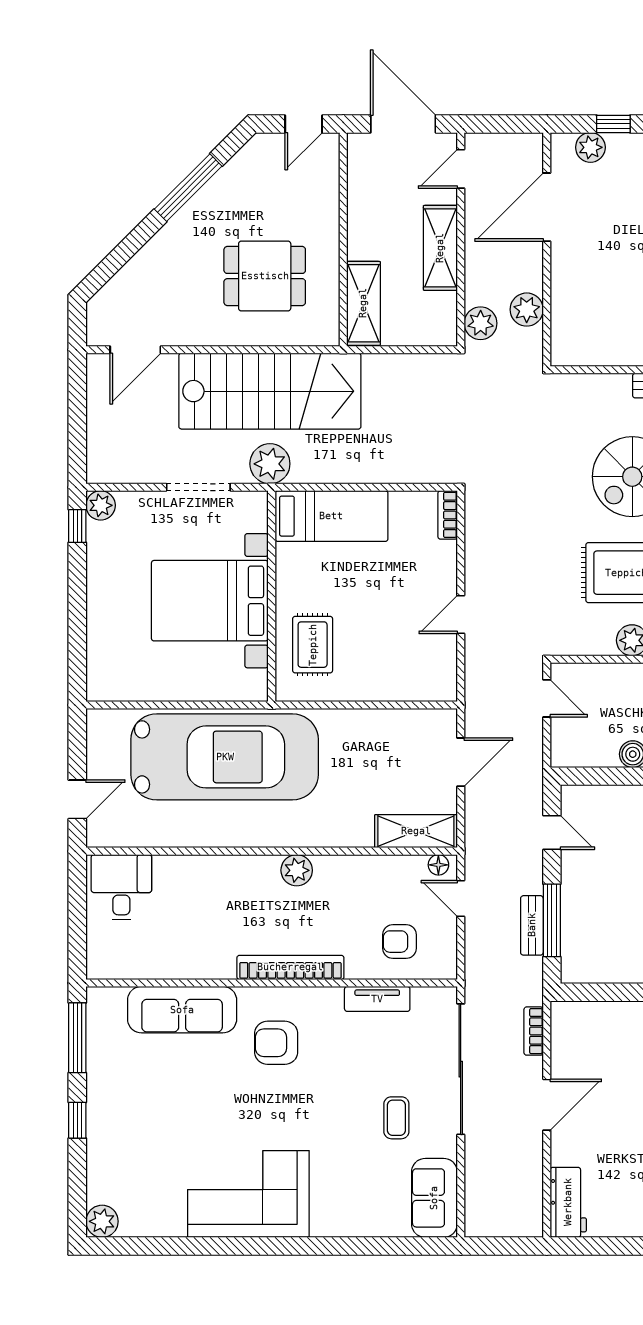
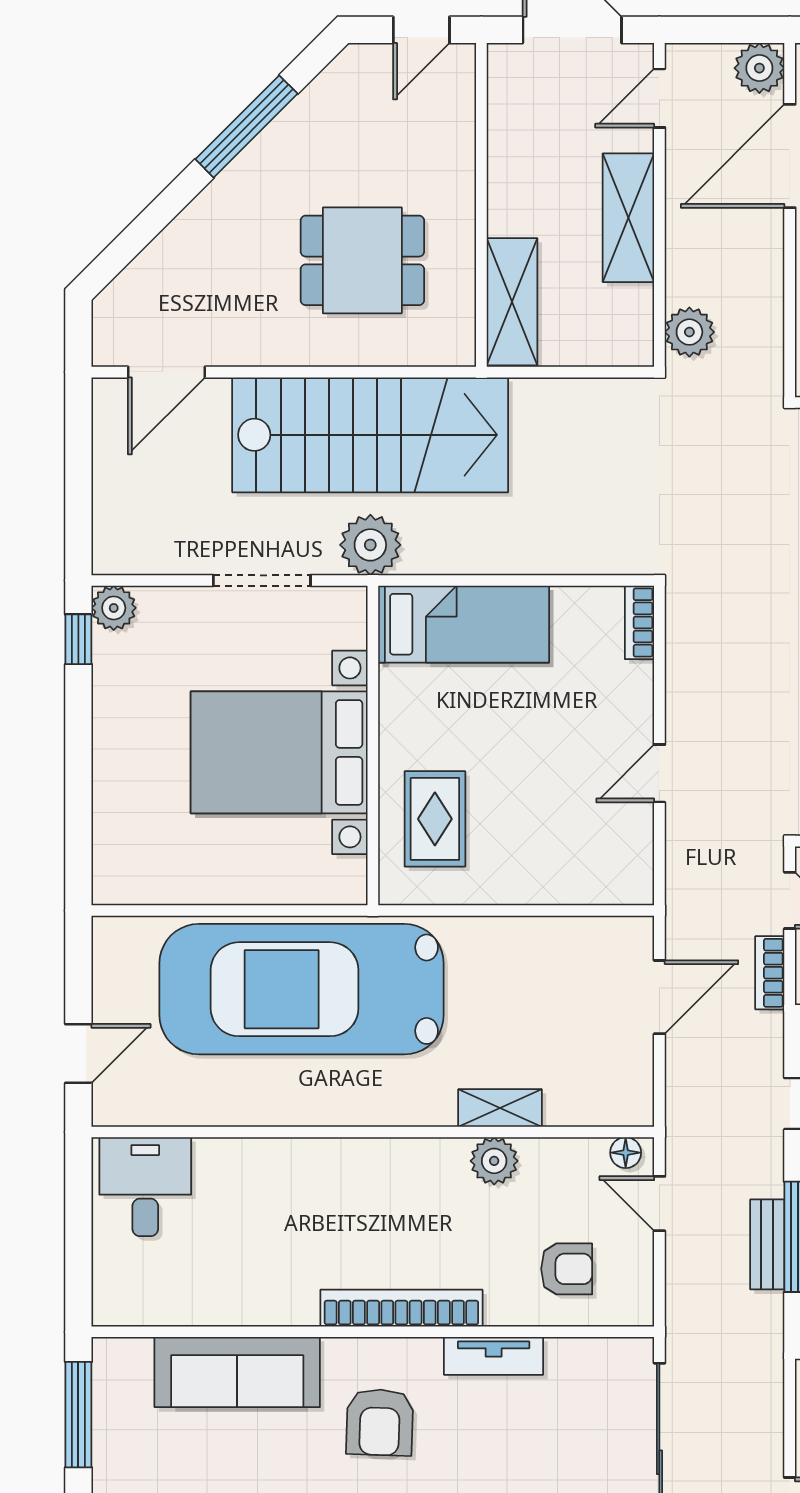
plant: (527, 310) -> (759, 68), moved
car: (225, 757) -> (302, 989), turned 180
shelving: (416, 831) -> (500, 1108), moved, width x0.67, depth x0.75
plant: (297, 870) -> (494, 1161), moved
armchair: (400, 942) -> (567, 1269), turned 180
tv unit: (377, 999) -> (494, 1356), moved
bookcase: (534, 1031) -> (770, 973), moved
armchair: (276, 1043) -> (380, 1422), turned -88

